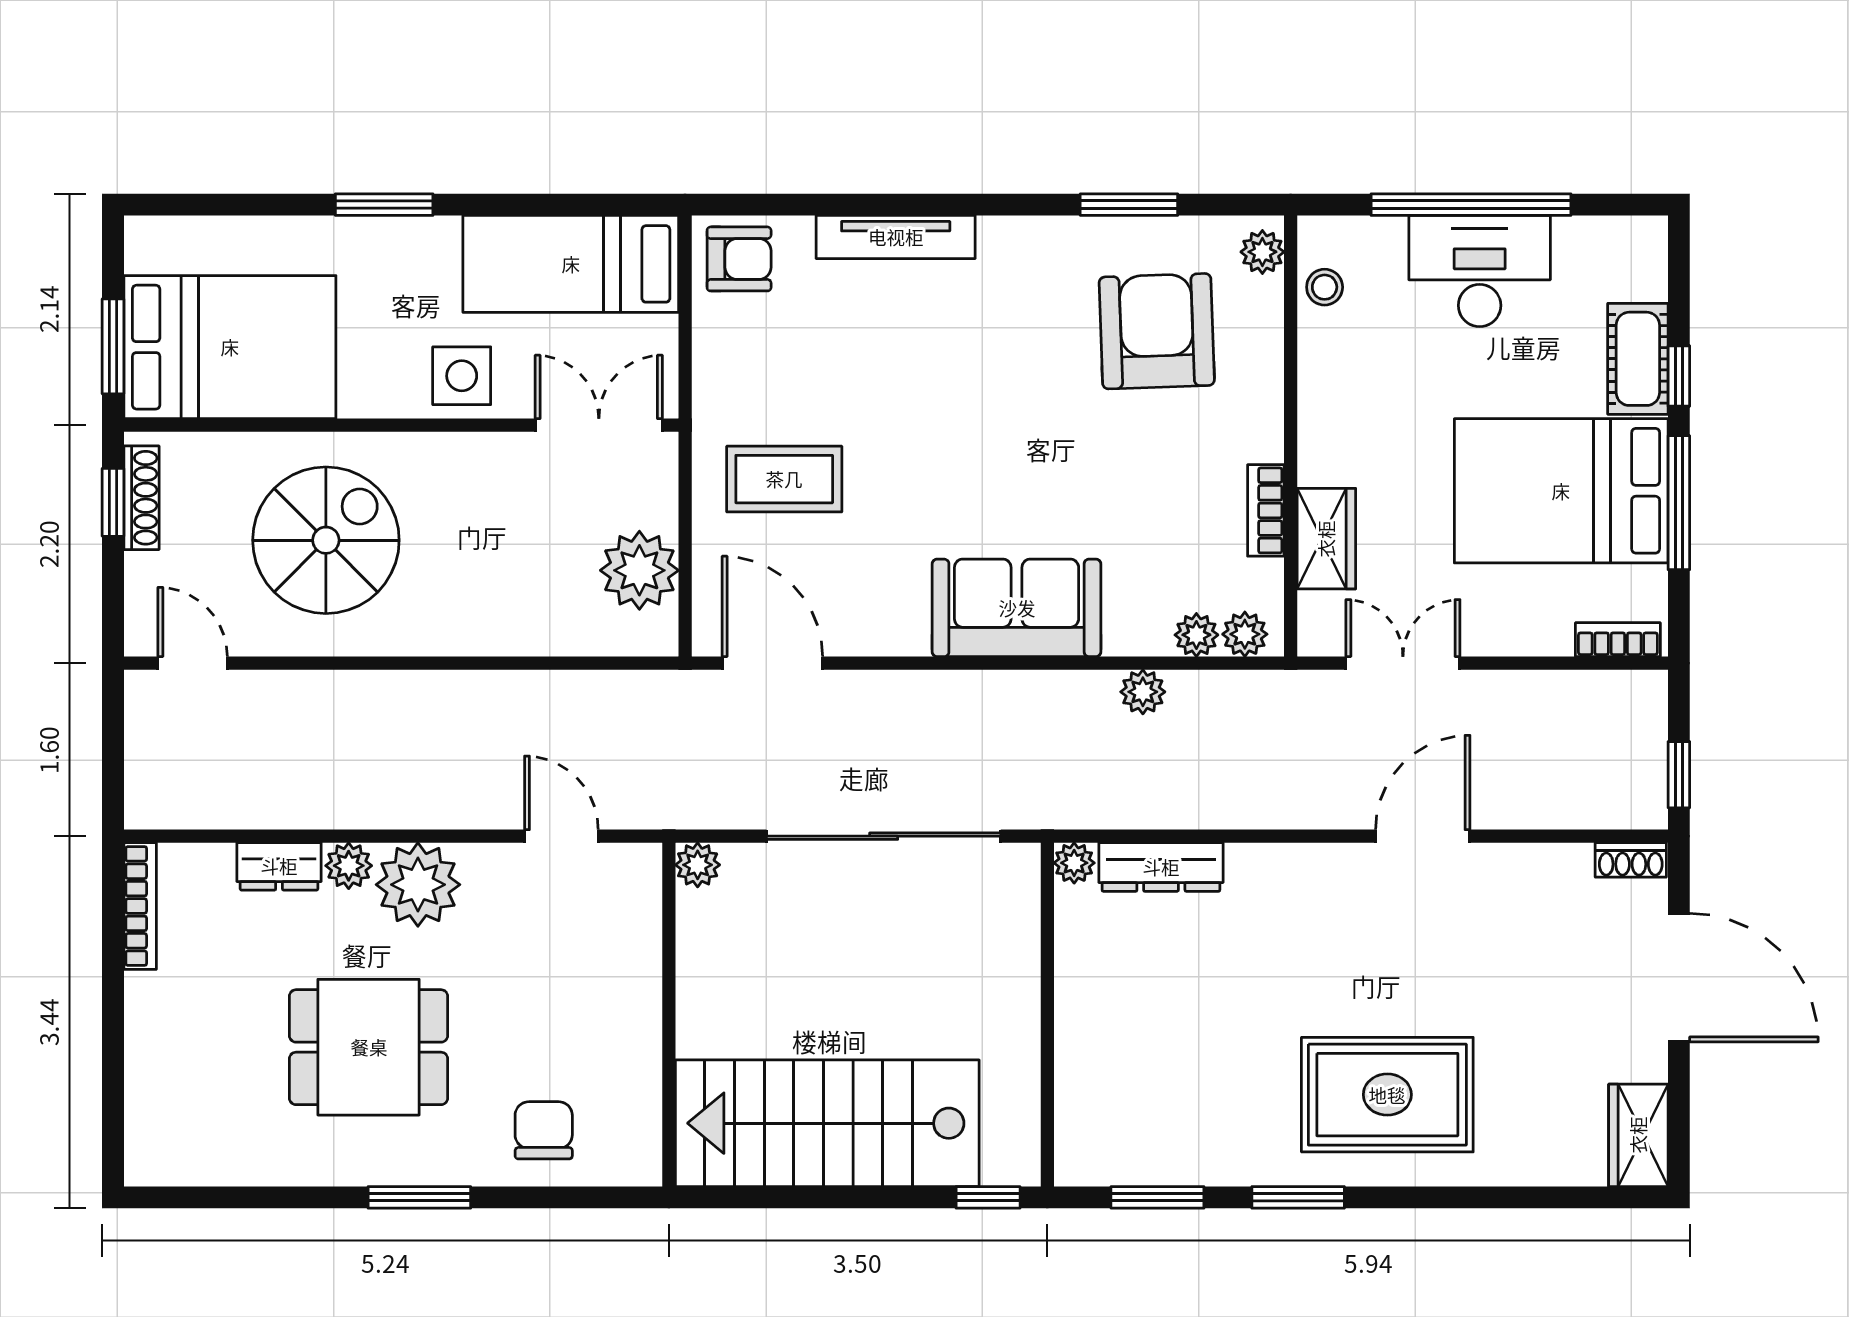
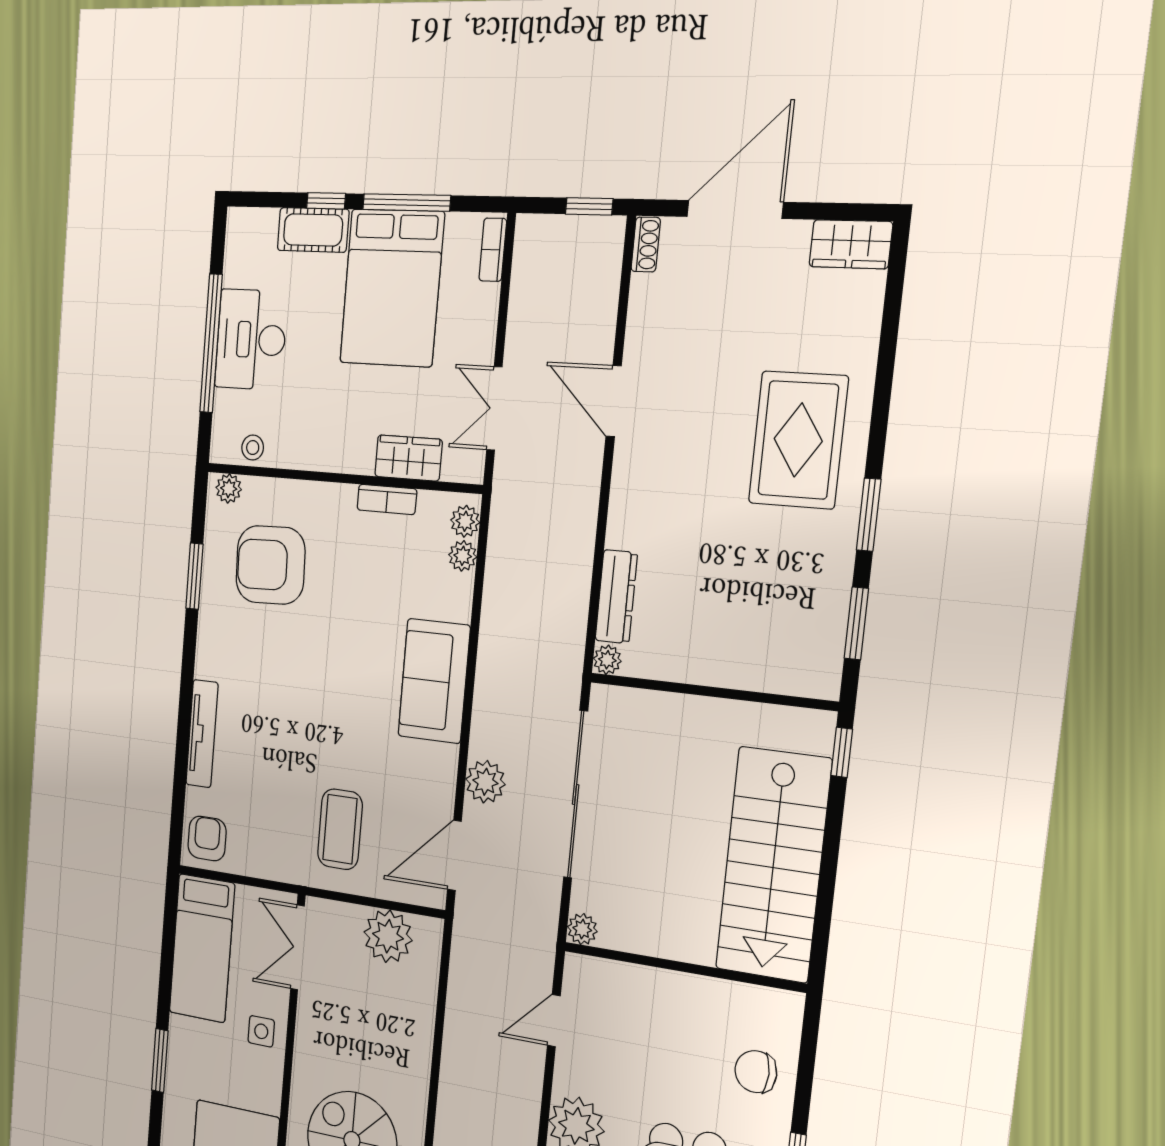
side table: (462, 376) -> (261, 1031), width x0.73, depth x0.73
plant: (1143, 692) -> (485, 782), moved, width x1.38, depth x1.38

